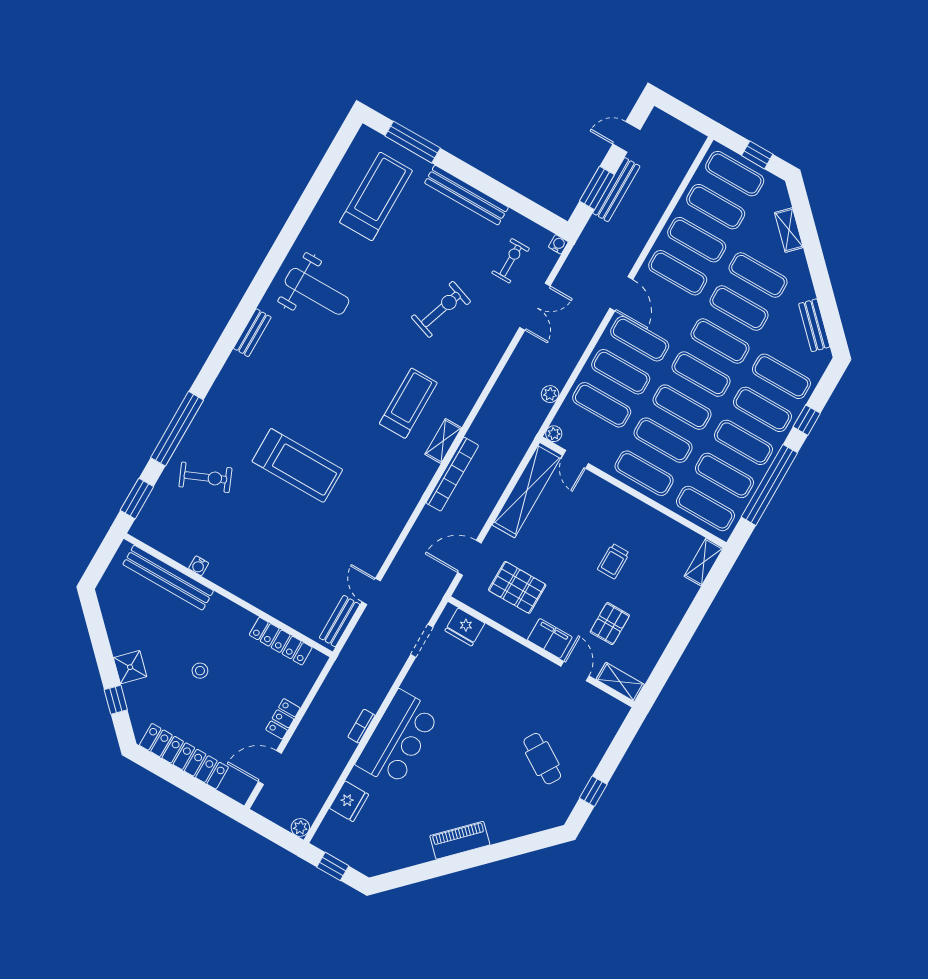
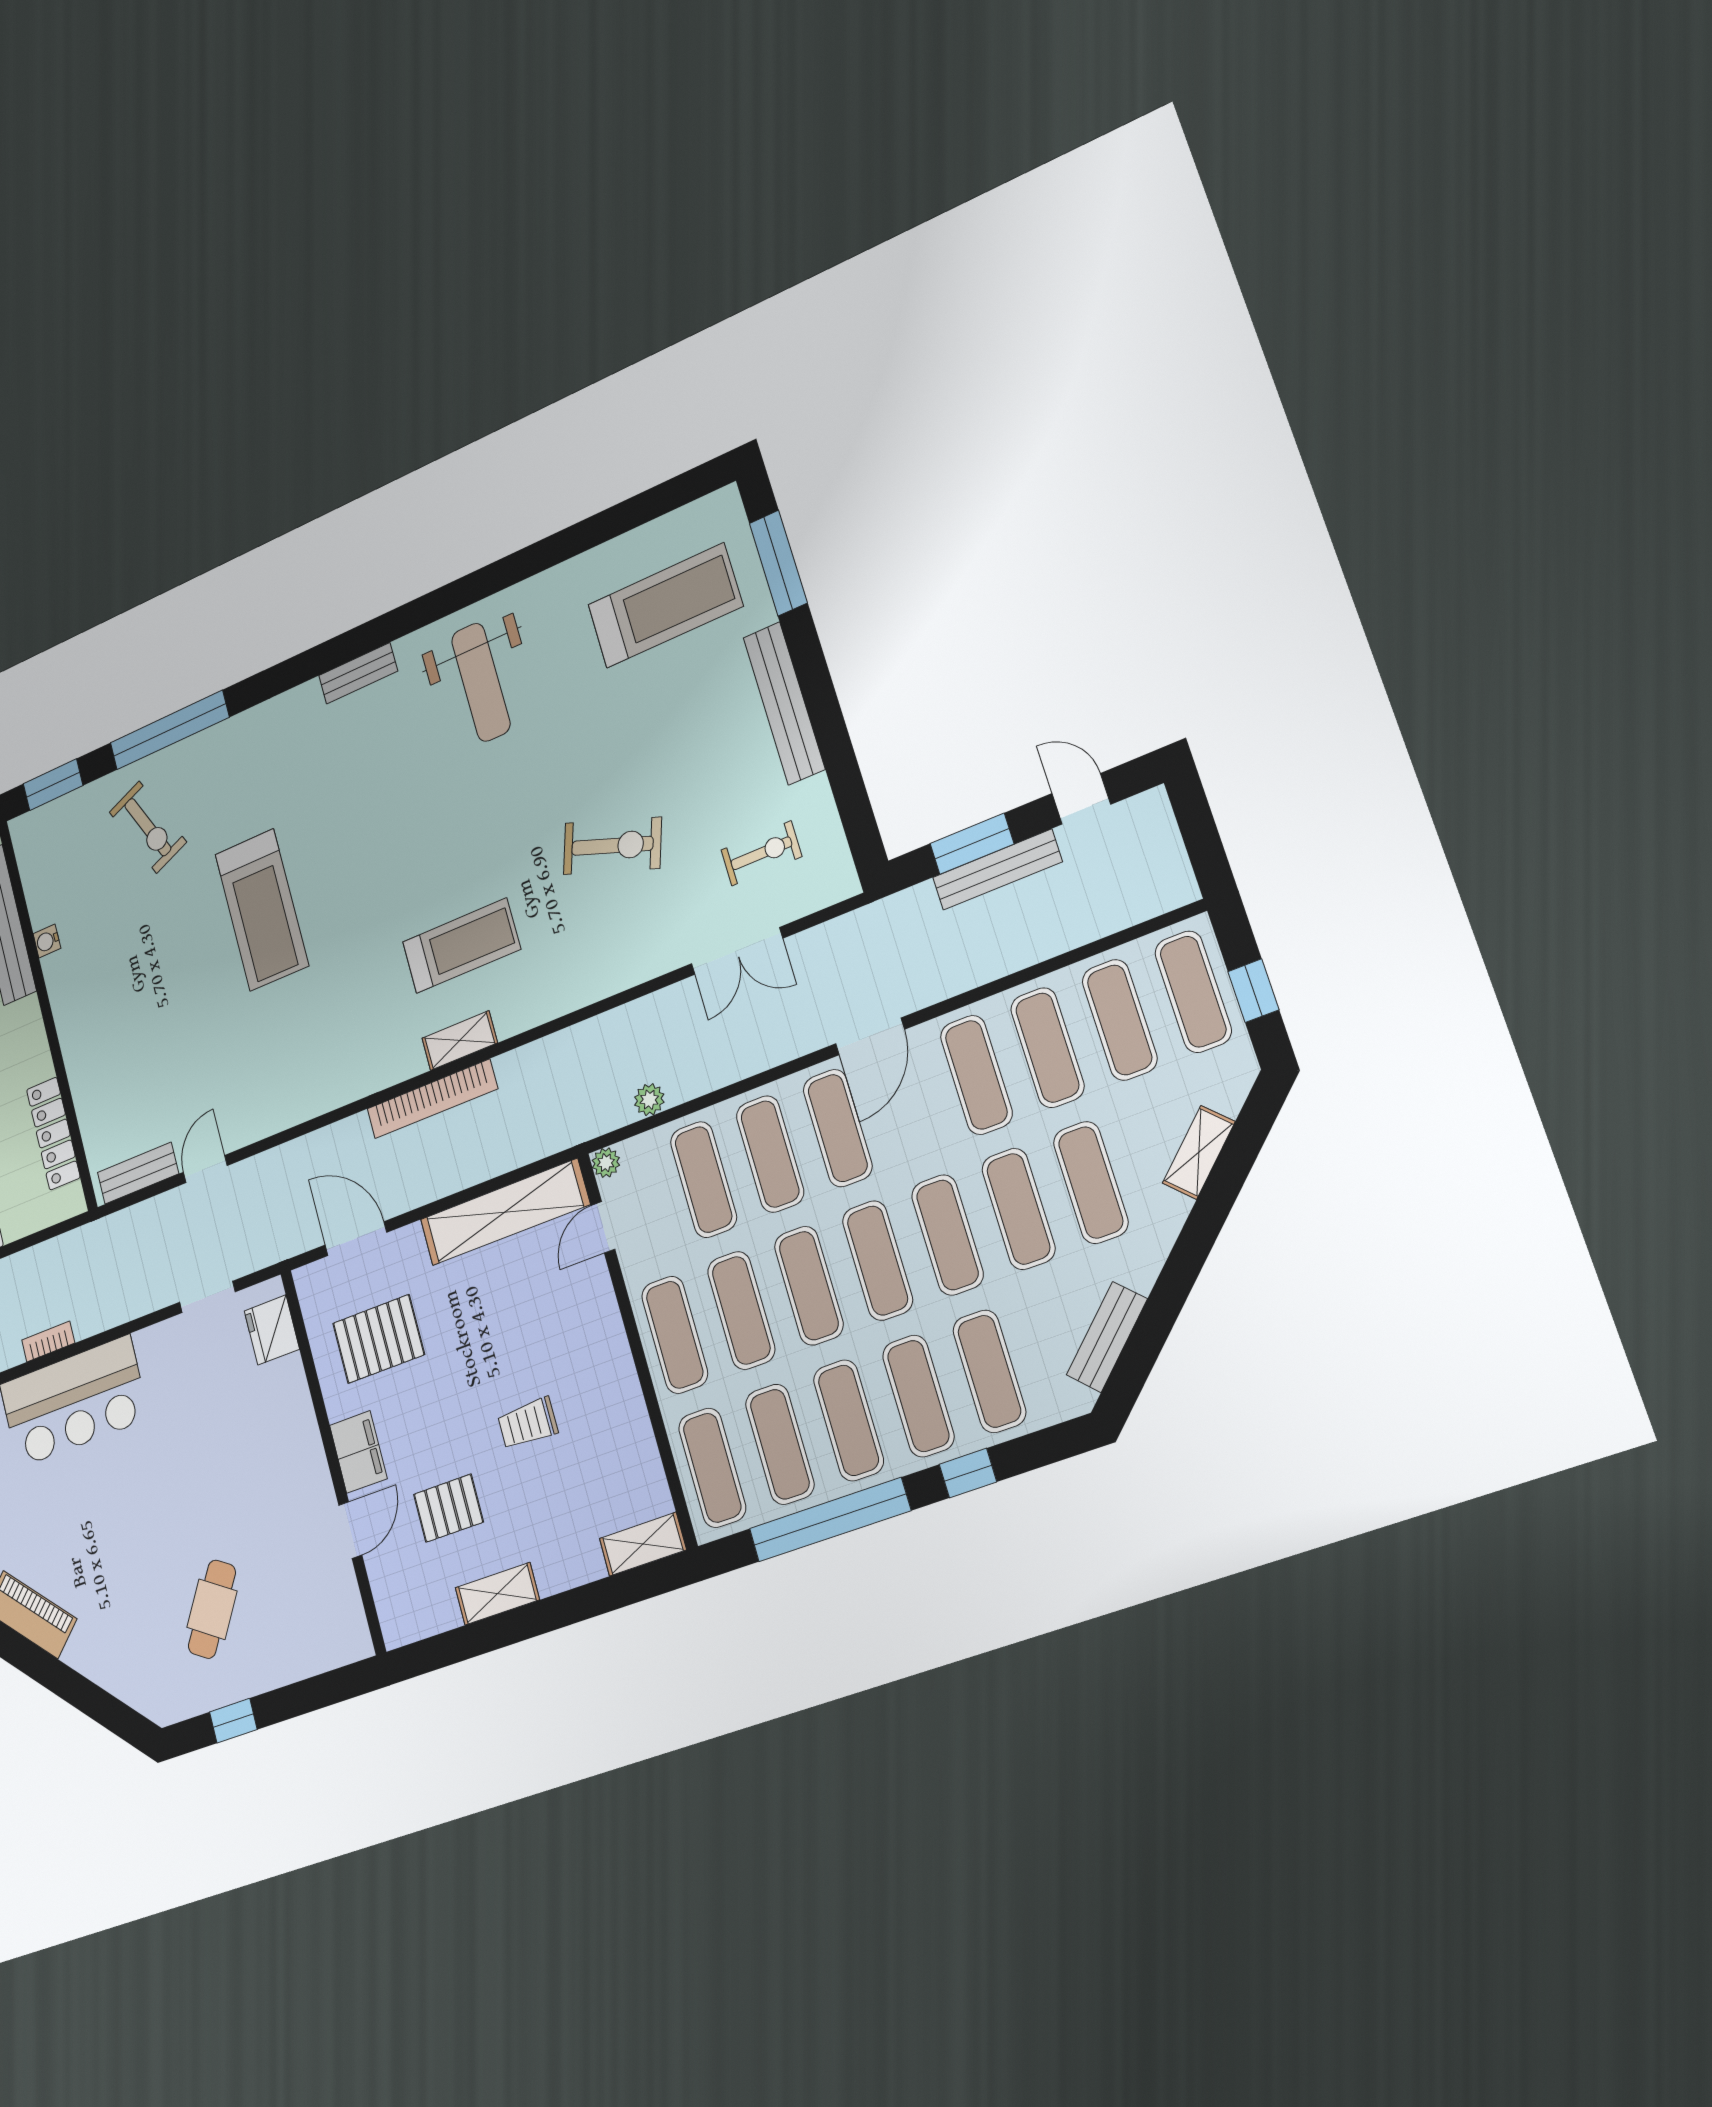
water cooler: (558, 244) -> (846, 885), removed
pallet: (517, 587) -> (379, 1339), turned 90
shelving: (620, 682) -> (497, 1594), moved, turned 90

